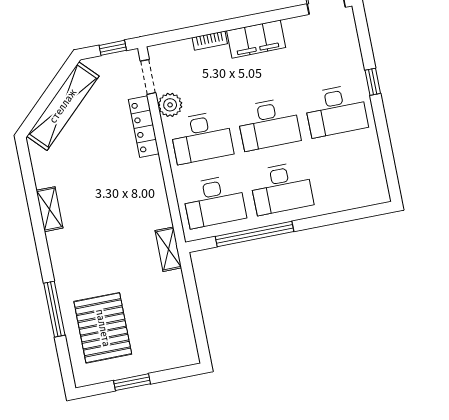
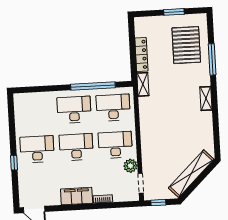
locker: (144, 127) -> (141, 54), moved
shelving: (50, 209) -> (206, 98), moved

